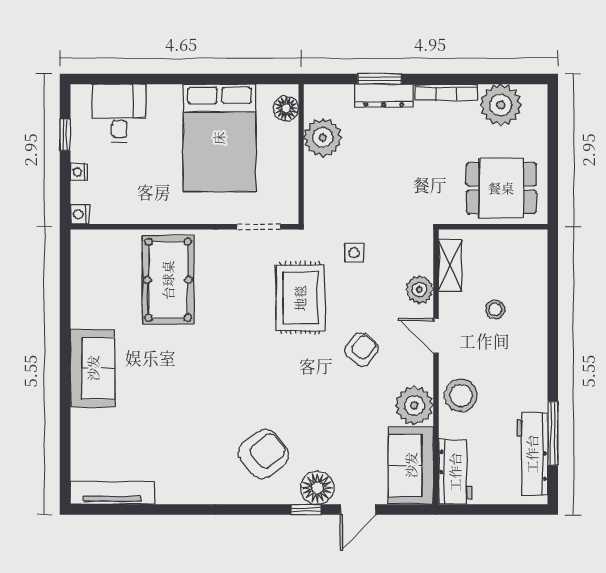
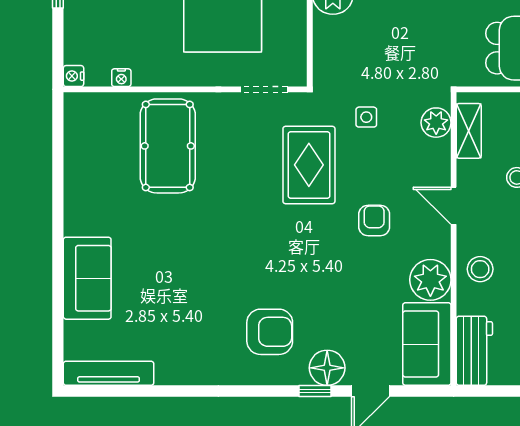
nightstand: (79, 172) -> (121, 78), moved, turned -90
plant: (420, 290) -> (436, 123), moved
armchair: (362, 350) -> (374, 220), turned -39
sofa: (93, 368) -> (87, 278), moved
stool: (461, 395) -> (480, 269), width x0.73, depth x0.73
armchair: (264, 454) -> (270, 332), turned 37

